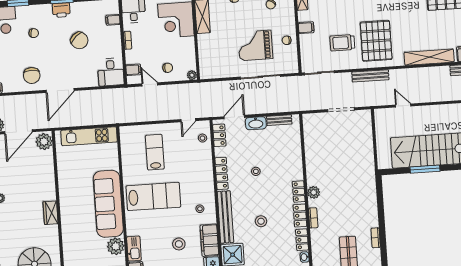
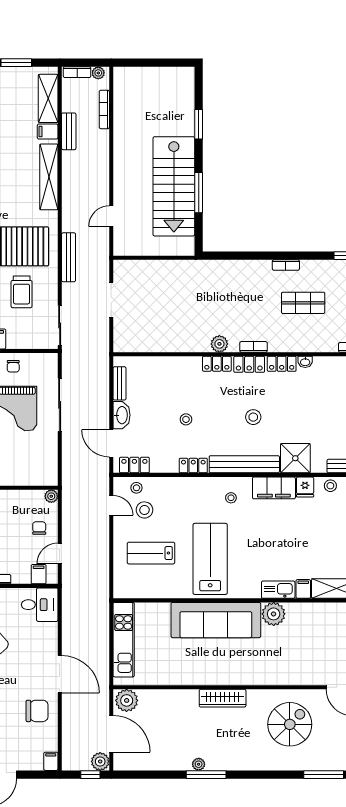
locker: (222, 173) -> (193, 466), width x0.66
wardrobe: (51, 213) -> (223, 698), width x1.50
stool: (179, 244) -> (144, 510), moved

